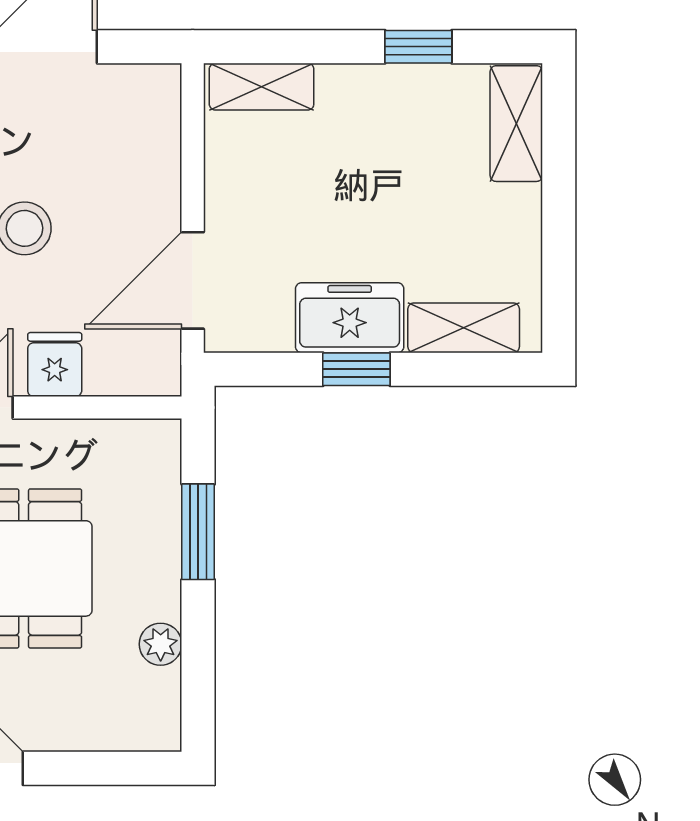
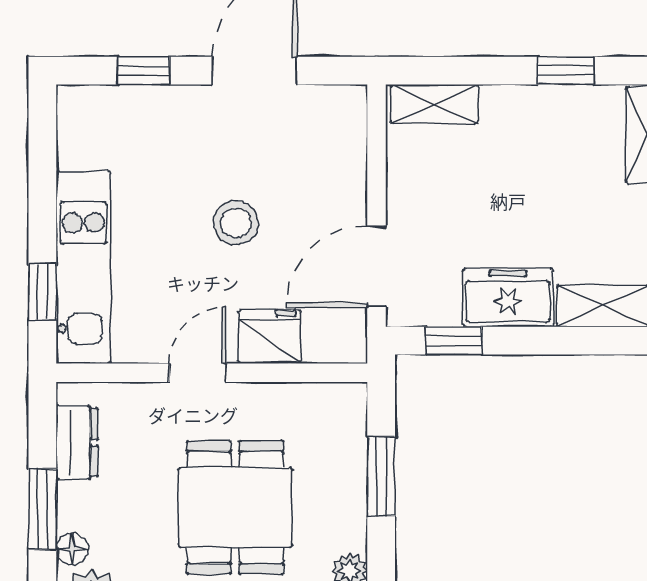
fridge: (55, 364) -> (270, 337), width x1.38
window: (356, 369) -> (454, 341), moved

